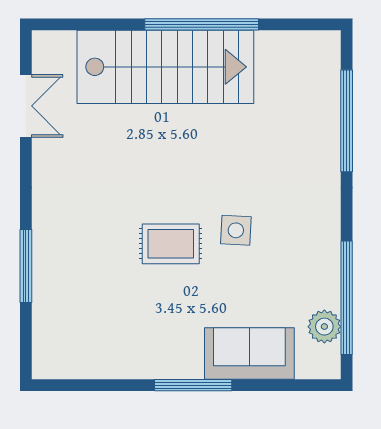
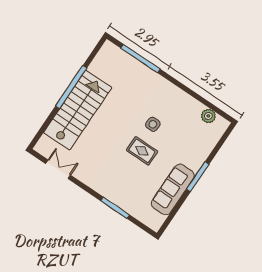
rug: (171, 244) -> (142, 151), turned 90
window: (347, 298) -> (203, 101), removed
sofa: (249, 354) -> (173, 190), moved, width x1.36

